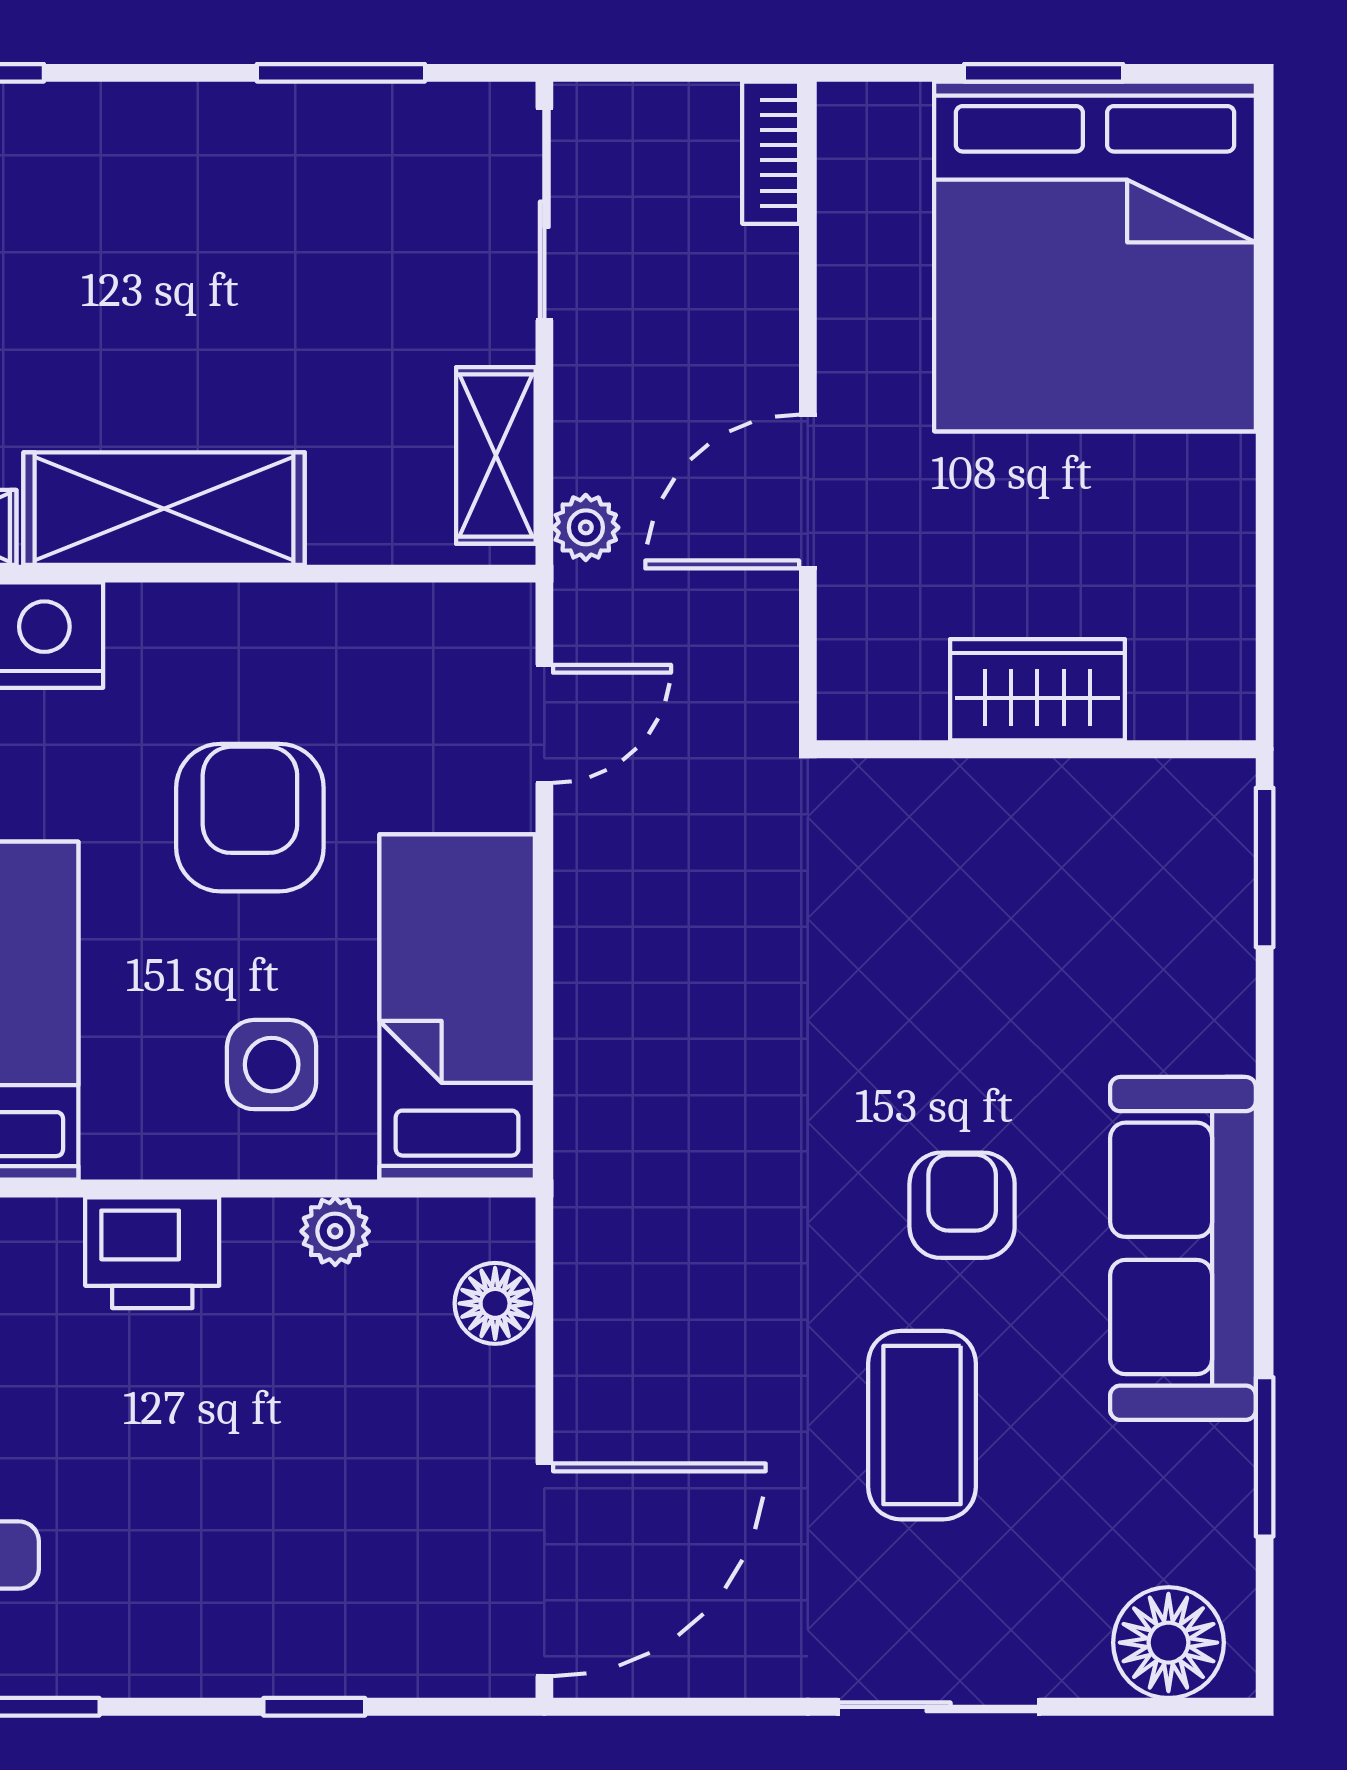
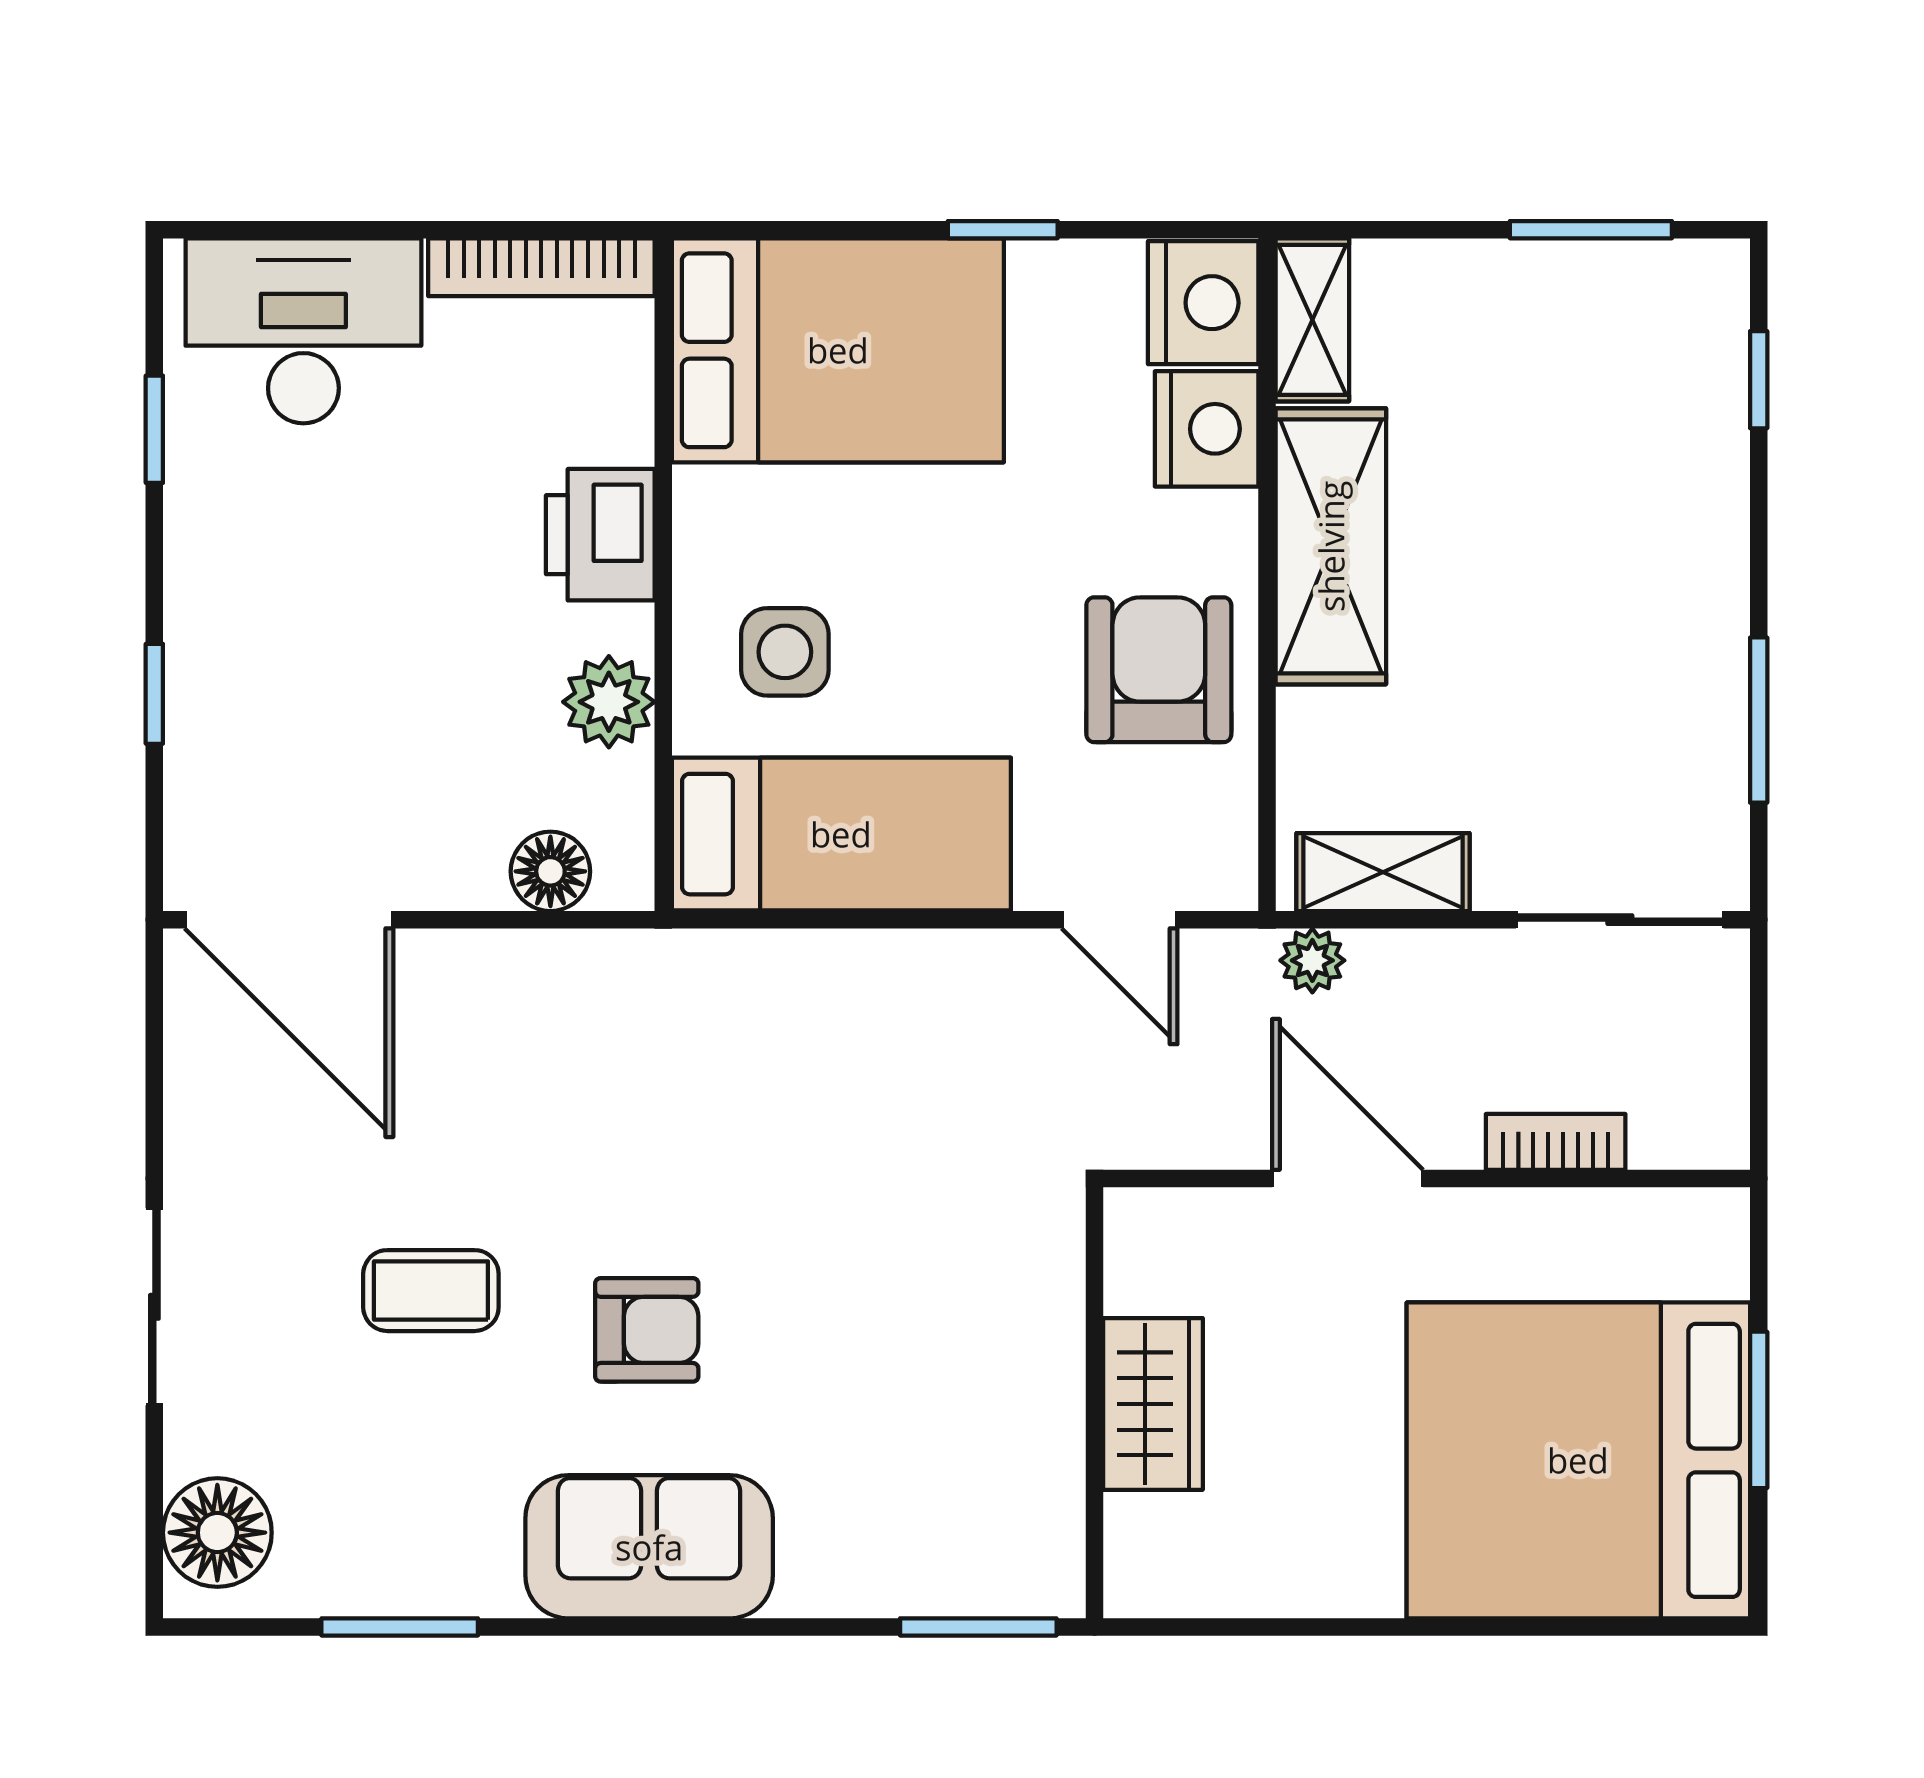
bookcase: (771, 153) -> (1556, 1142), moved
armchair: (250, 818) -> (1159, 670), moved, turned -90
plant: (335, 1231) -> (609, 702), width x1.38, depth x1.38
sofa: (1183, 1248) -> (649, 1547), width x0.73
coffee table: (922, 1425) -> (431, 1291), width x0.73, depth x0.77

